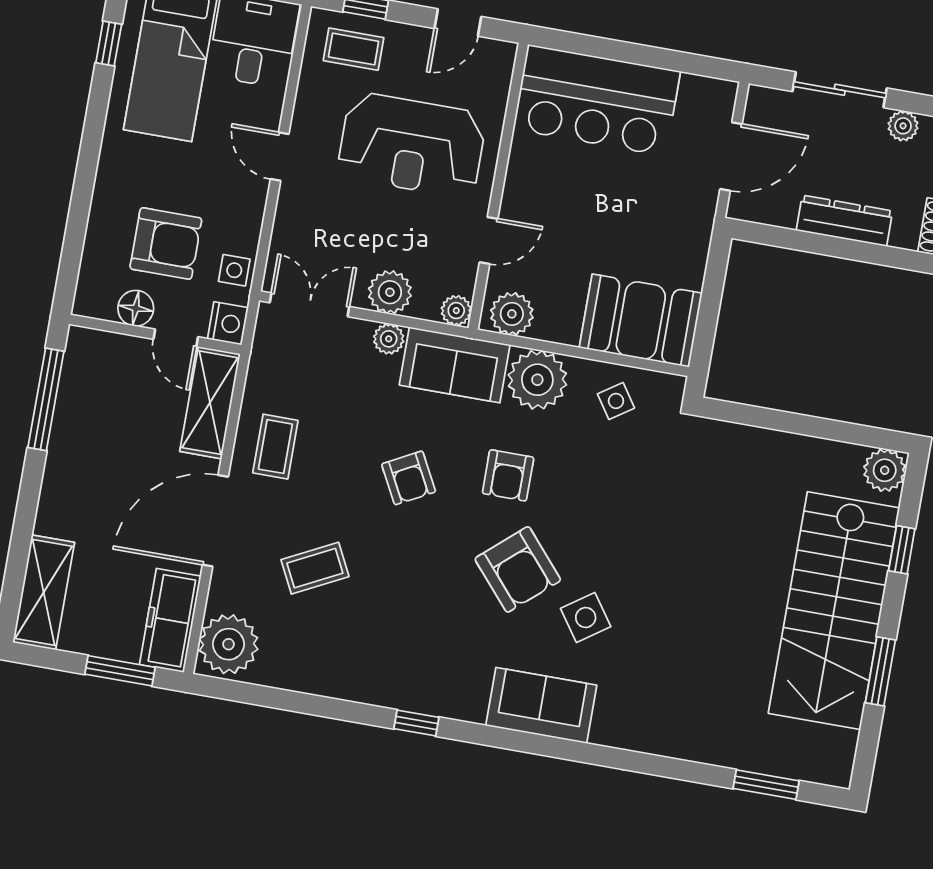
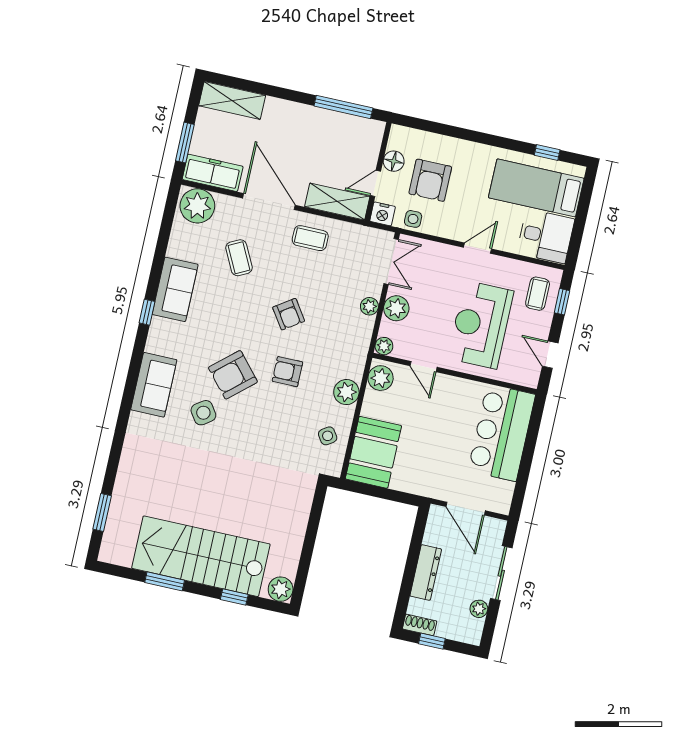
sofa: (455, 365) -> (175, 289), moved, turned 180
plant: (537, 380) -> (346, 392), width x0.73, depth x0.73
armchair: (409, 478) -> (289, 314), turned -96

